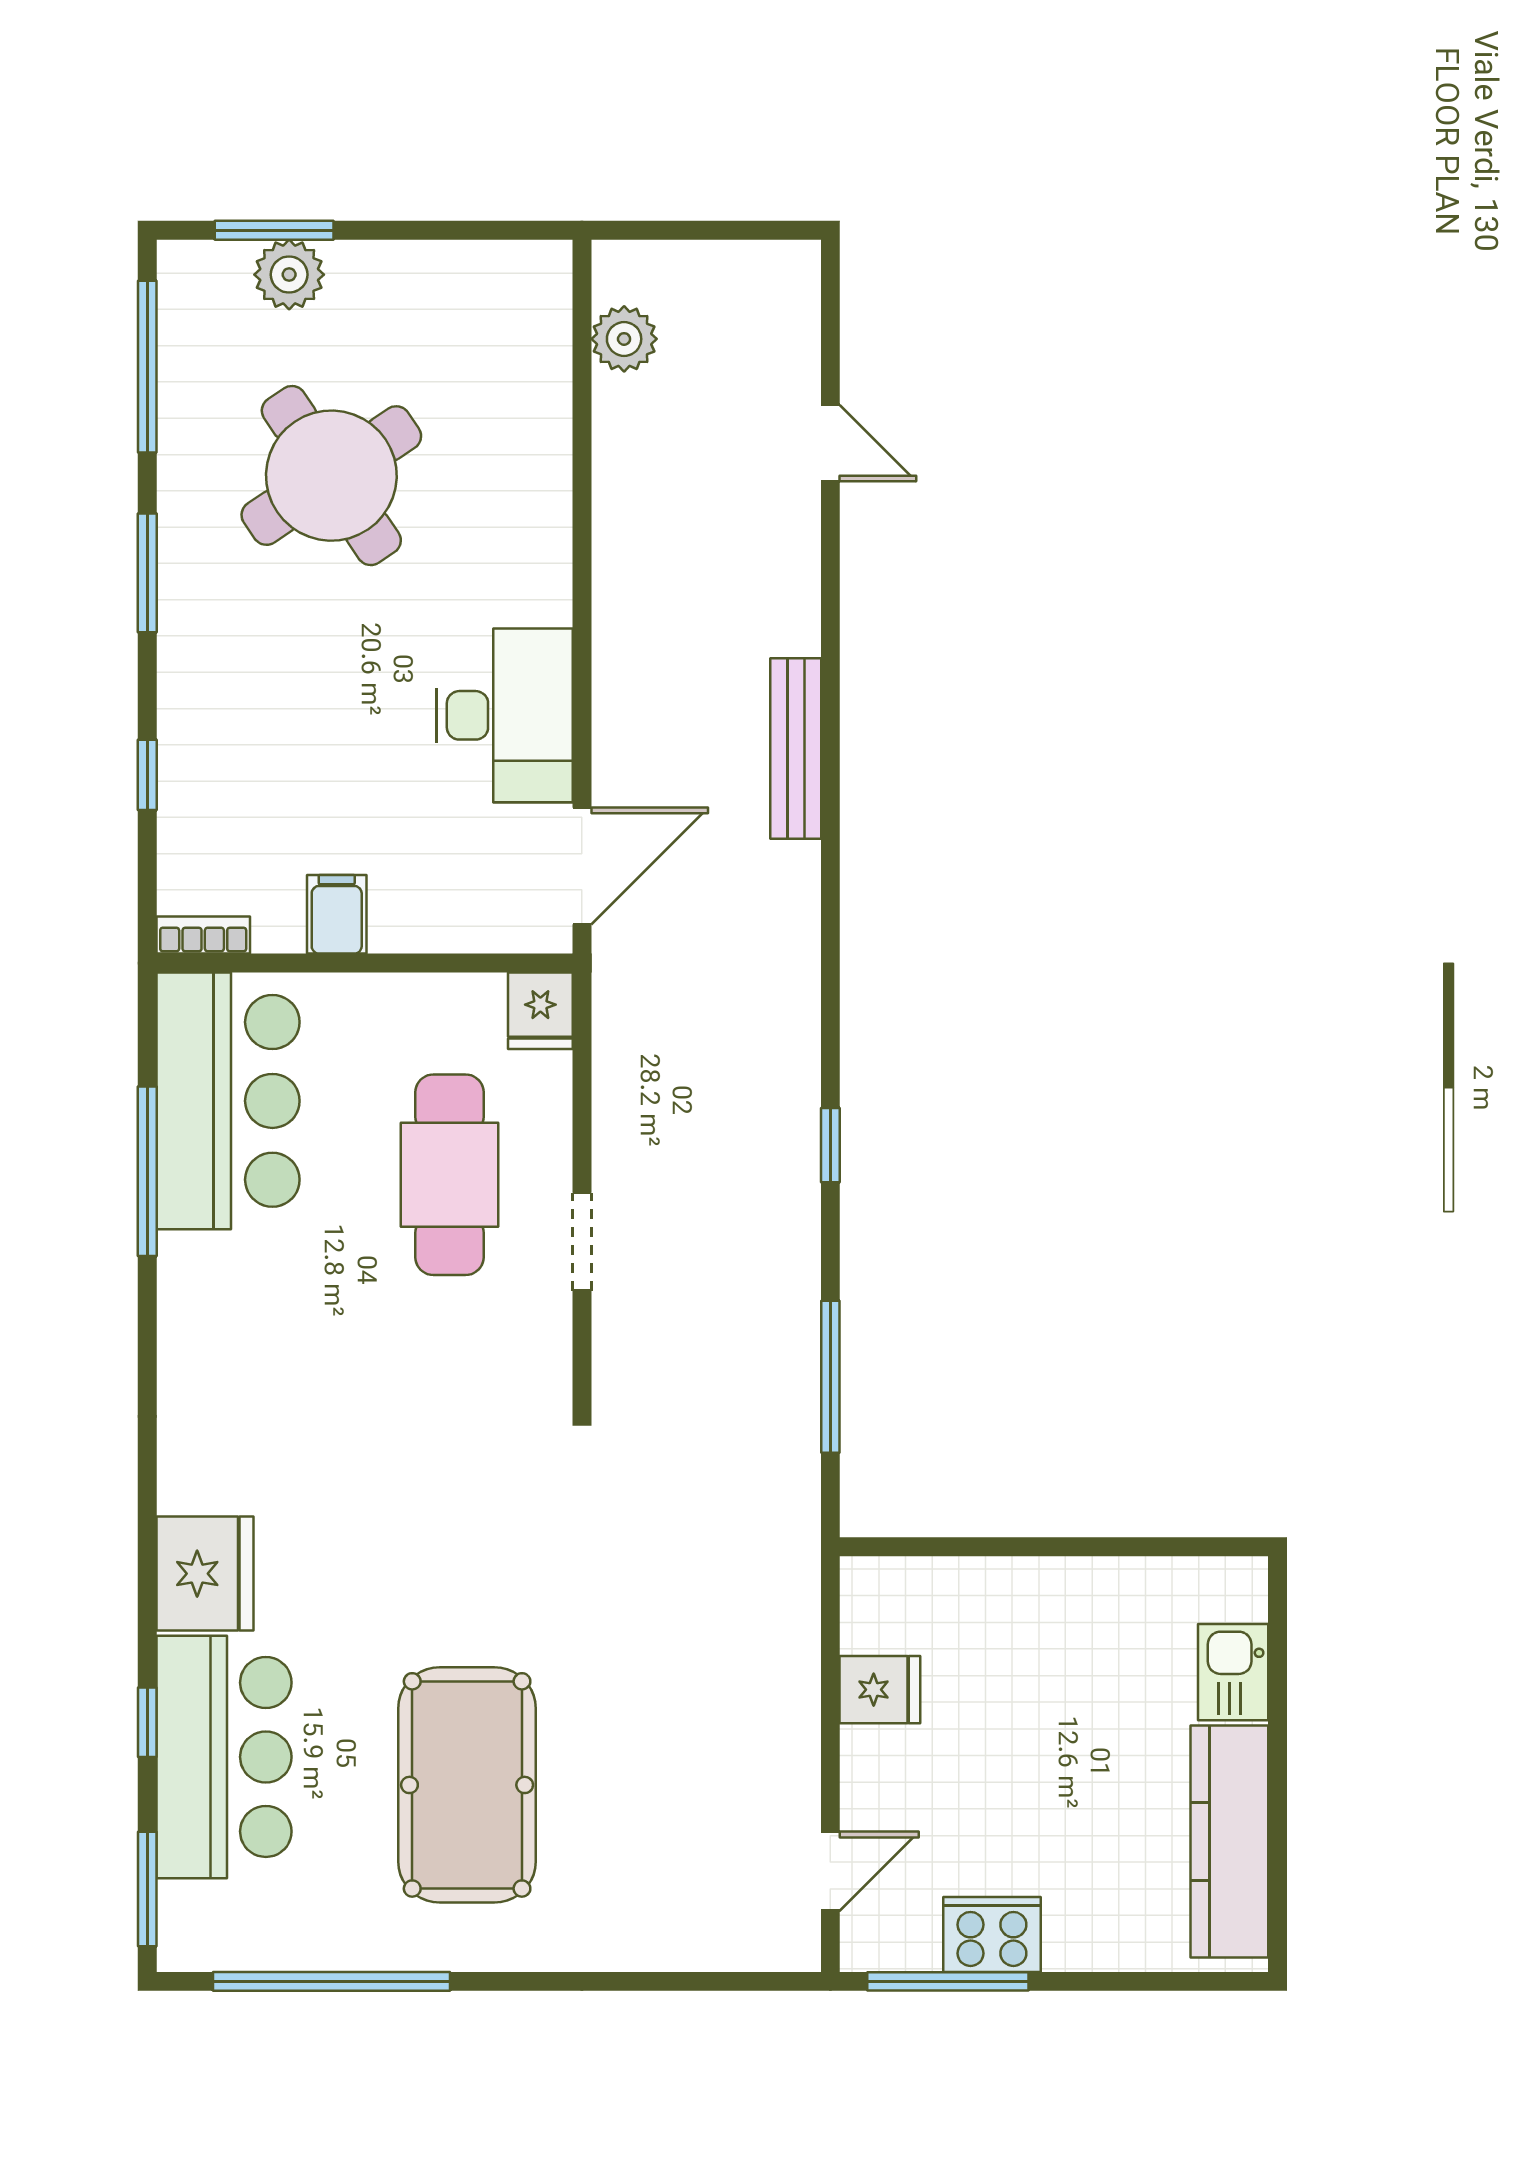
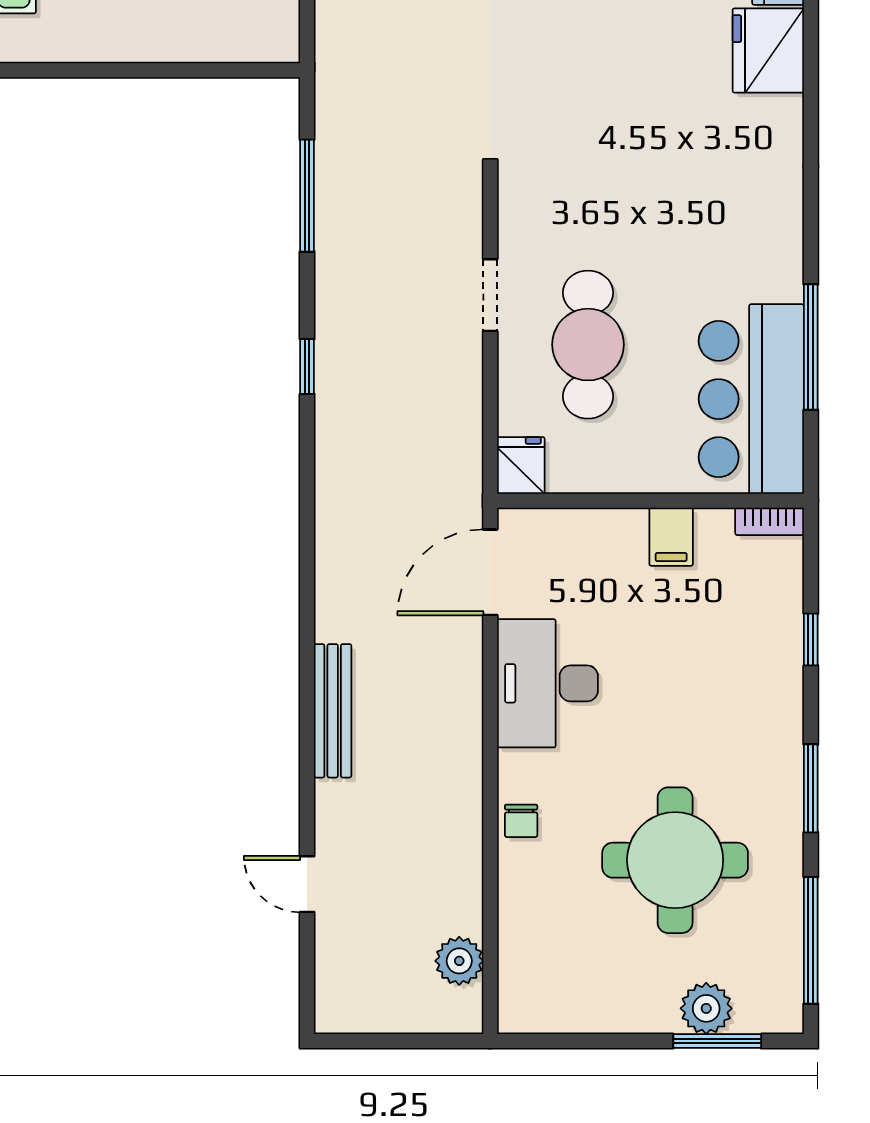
round table: (331, 476) -> (675, 860), turned 34
chair: (540, 529) -> (521, 821), added
bench: (796, 749) -> (333, 711), moved

